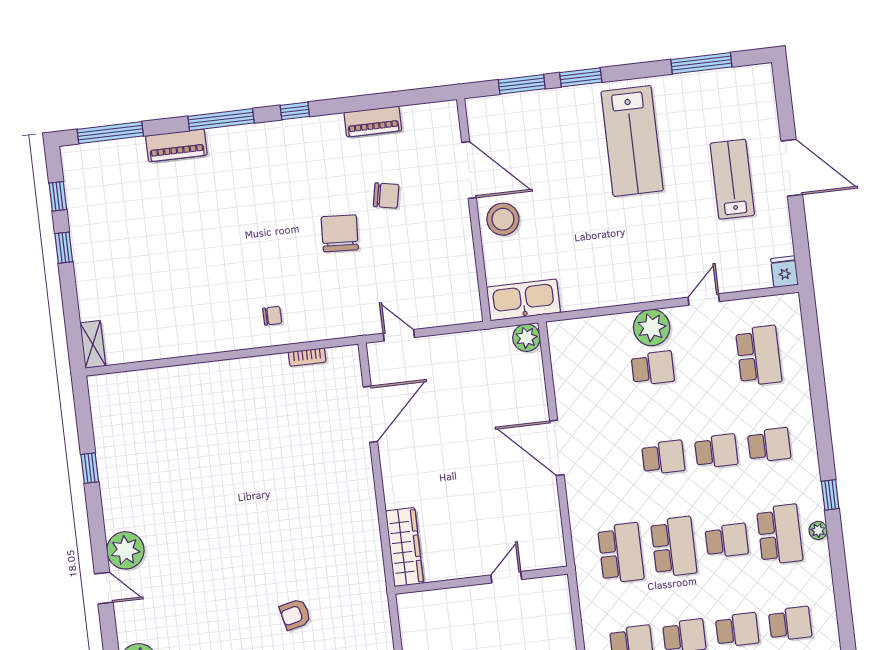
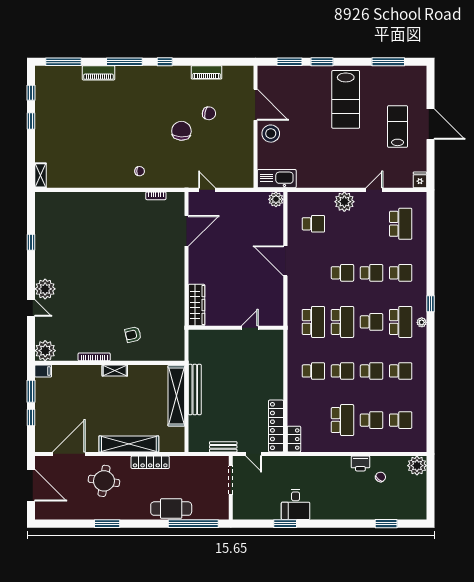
school desk: (653, 368) -> (313, 224), moved

